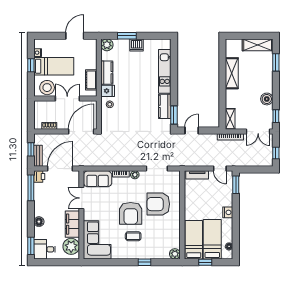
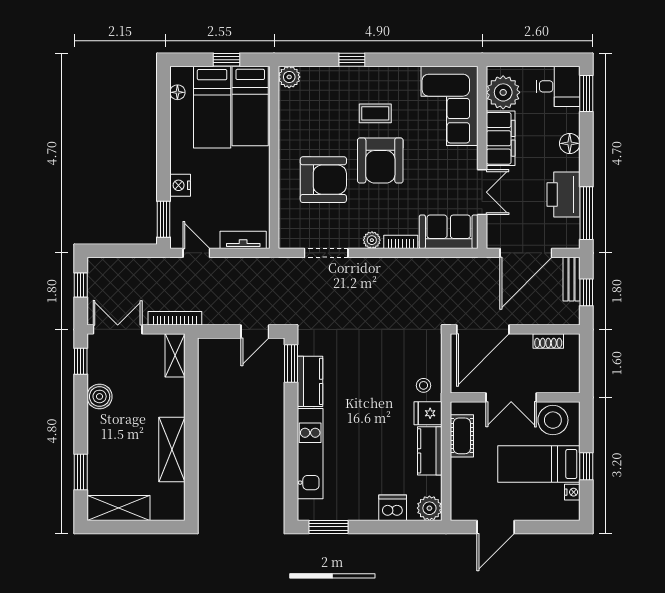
window: (127, 36) -> (328, 527), moved
dishwasher: (137, 45) -> (393, 508), moved
printer: (39, 176) -> (564, 194), moved, width x1.87, depth x1.48
nightstand: (228, 212) -> (180, 185), moved
armchair: (131, 213) -> (380, 160), turned 180

